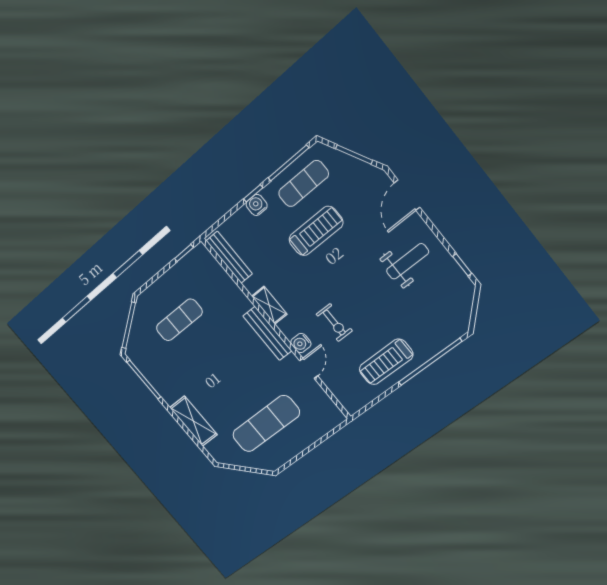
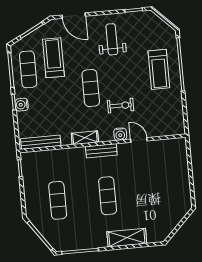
treadmill: (316, 231) -> (53, 58), moved
exercise mat: (331, 274) -> (91, 88), added
bench: (267, 333) -> (101, 151), width x0.73
treadmill: (386, 362) -> (159, 69), moved
exercise mat: (266, 424) -> (108, 196), moved, width x0.73, depth x0.69

